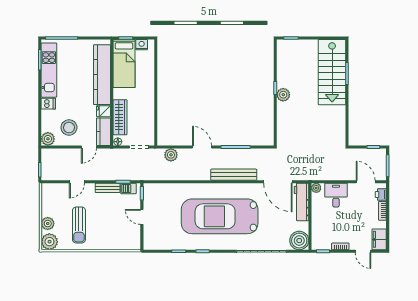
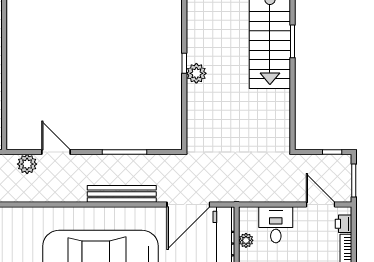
door: (202, 147) -> (56, 152), moved
door: (278, 182) -> (188, 205), hinge flipped
plant: (316, 188) -> (246, 240), moved

